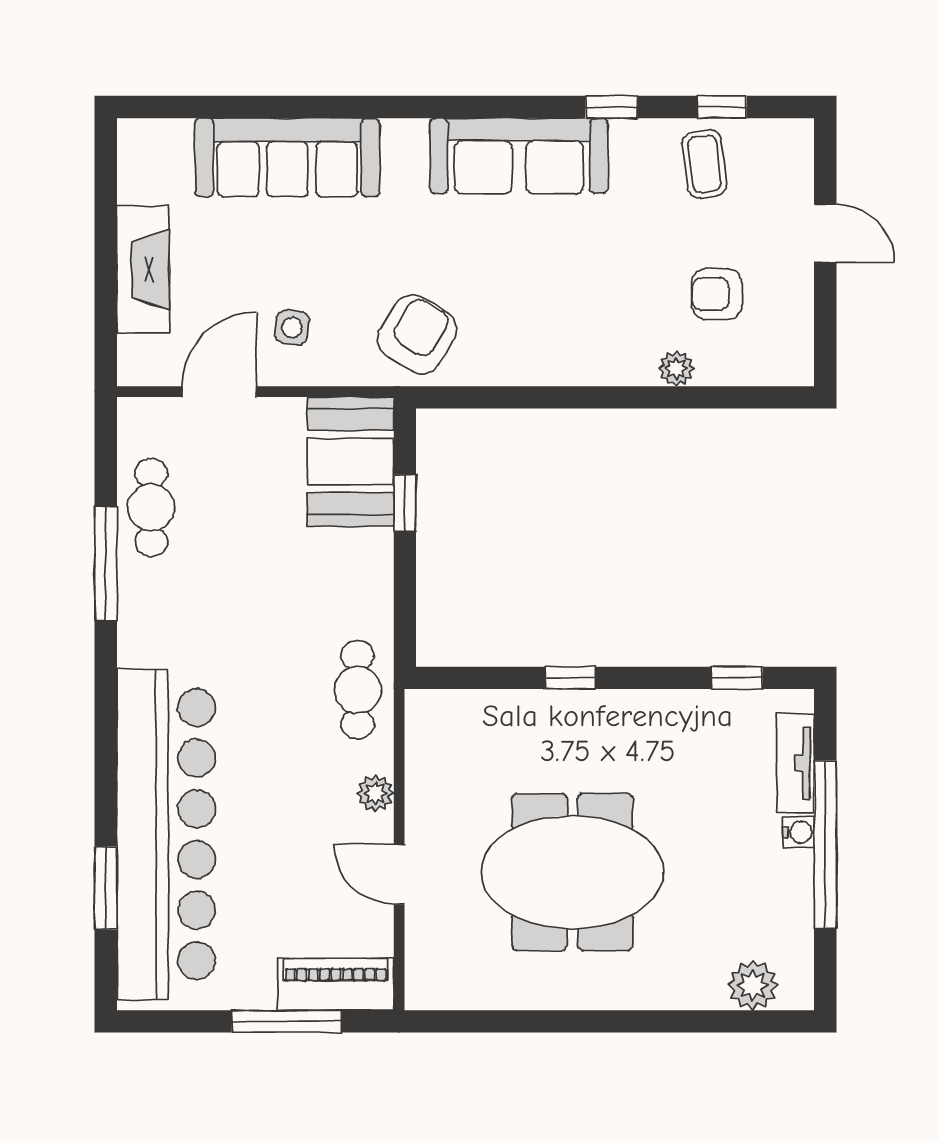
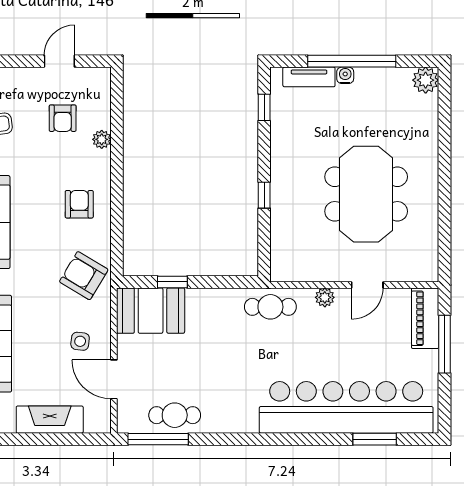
door: (825, 234) -> (59, 61), moved
armchair: (553, 326) -> (79, 204), added
window: (106, 563) -> (158, 439), moved
plant: (753, 985) -> (426, 80), moved

